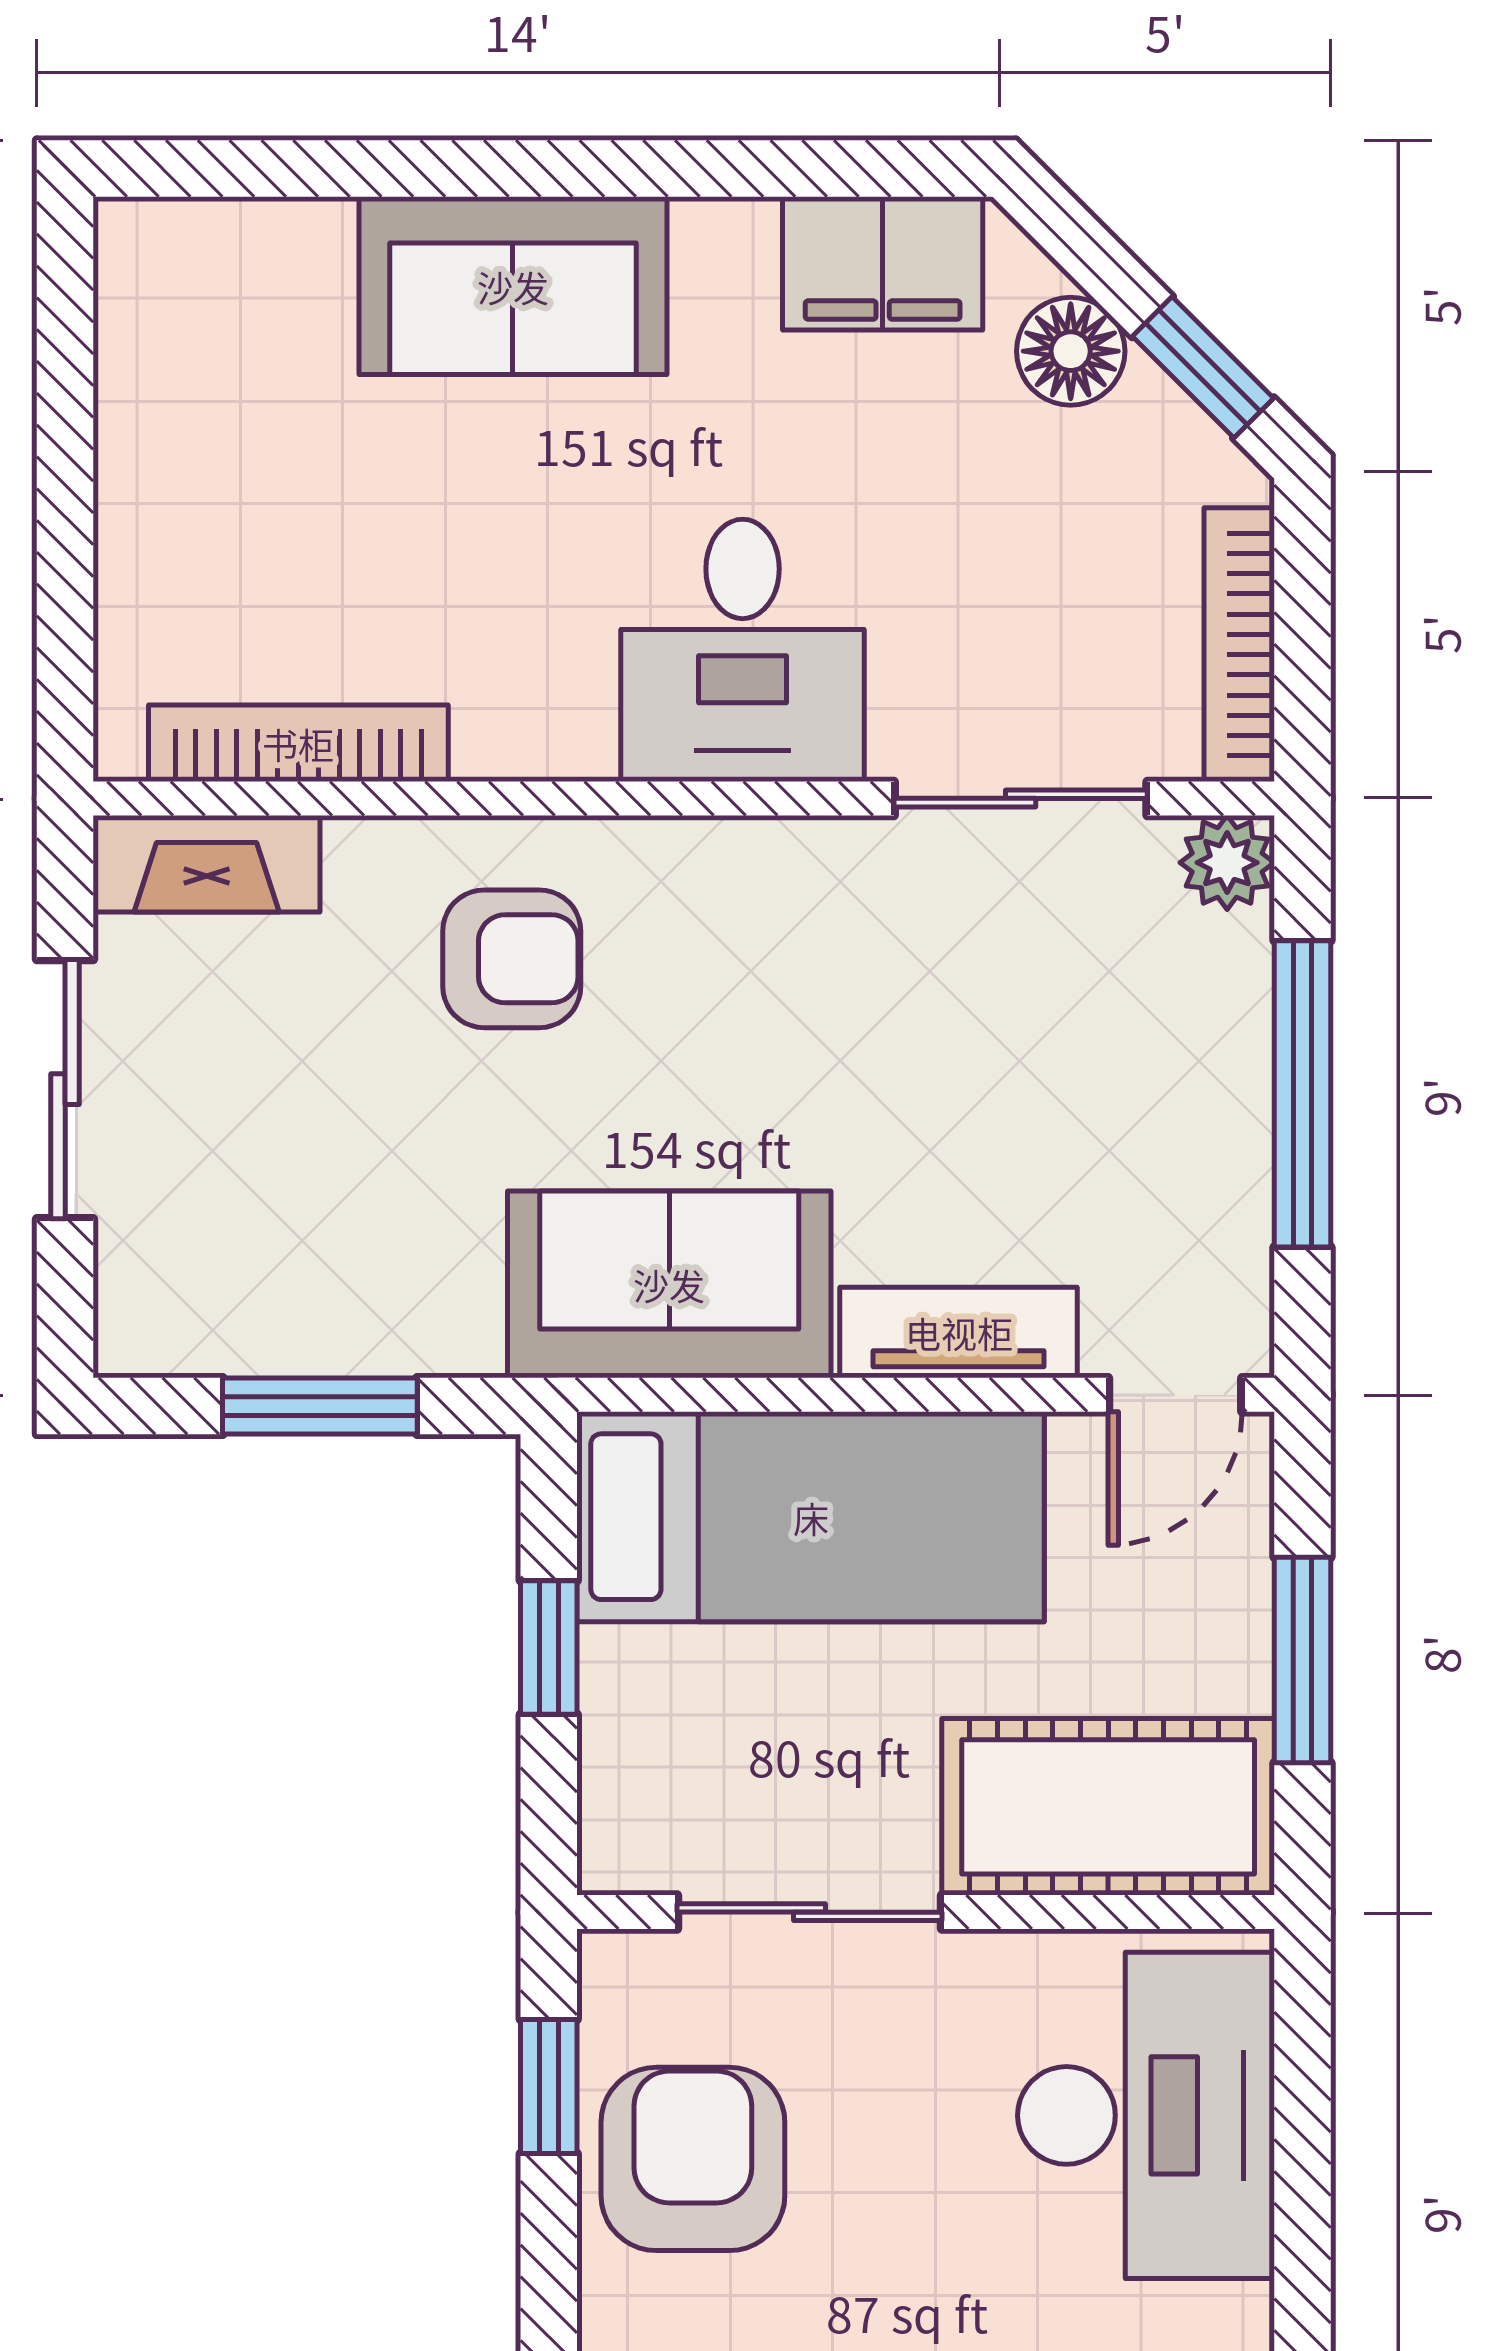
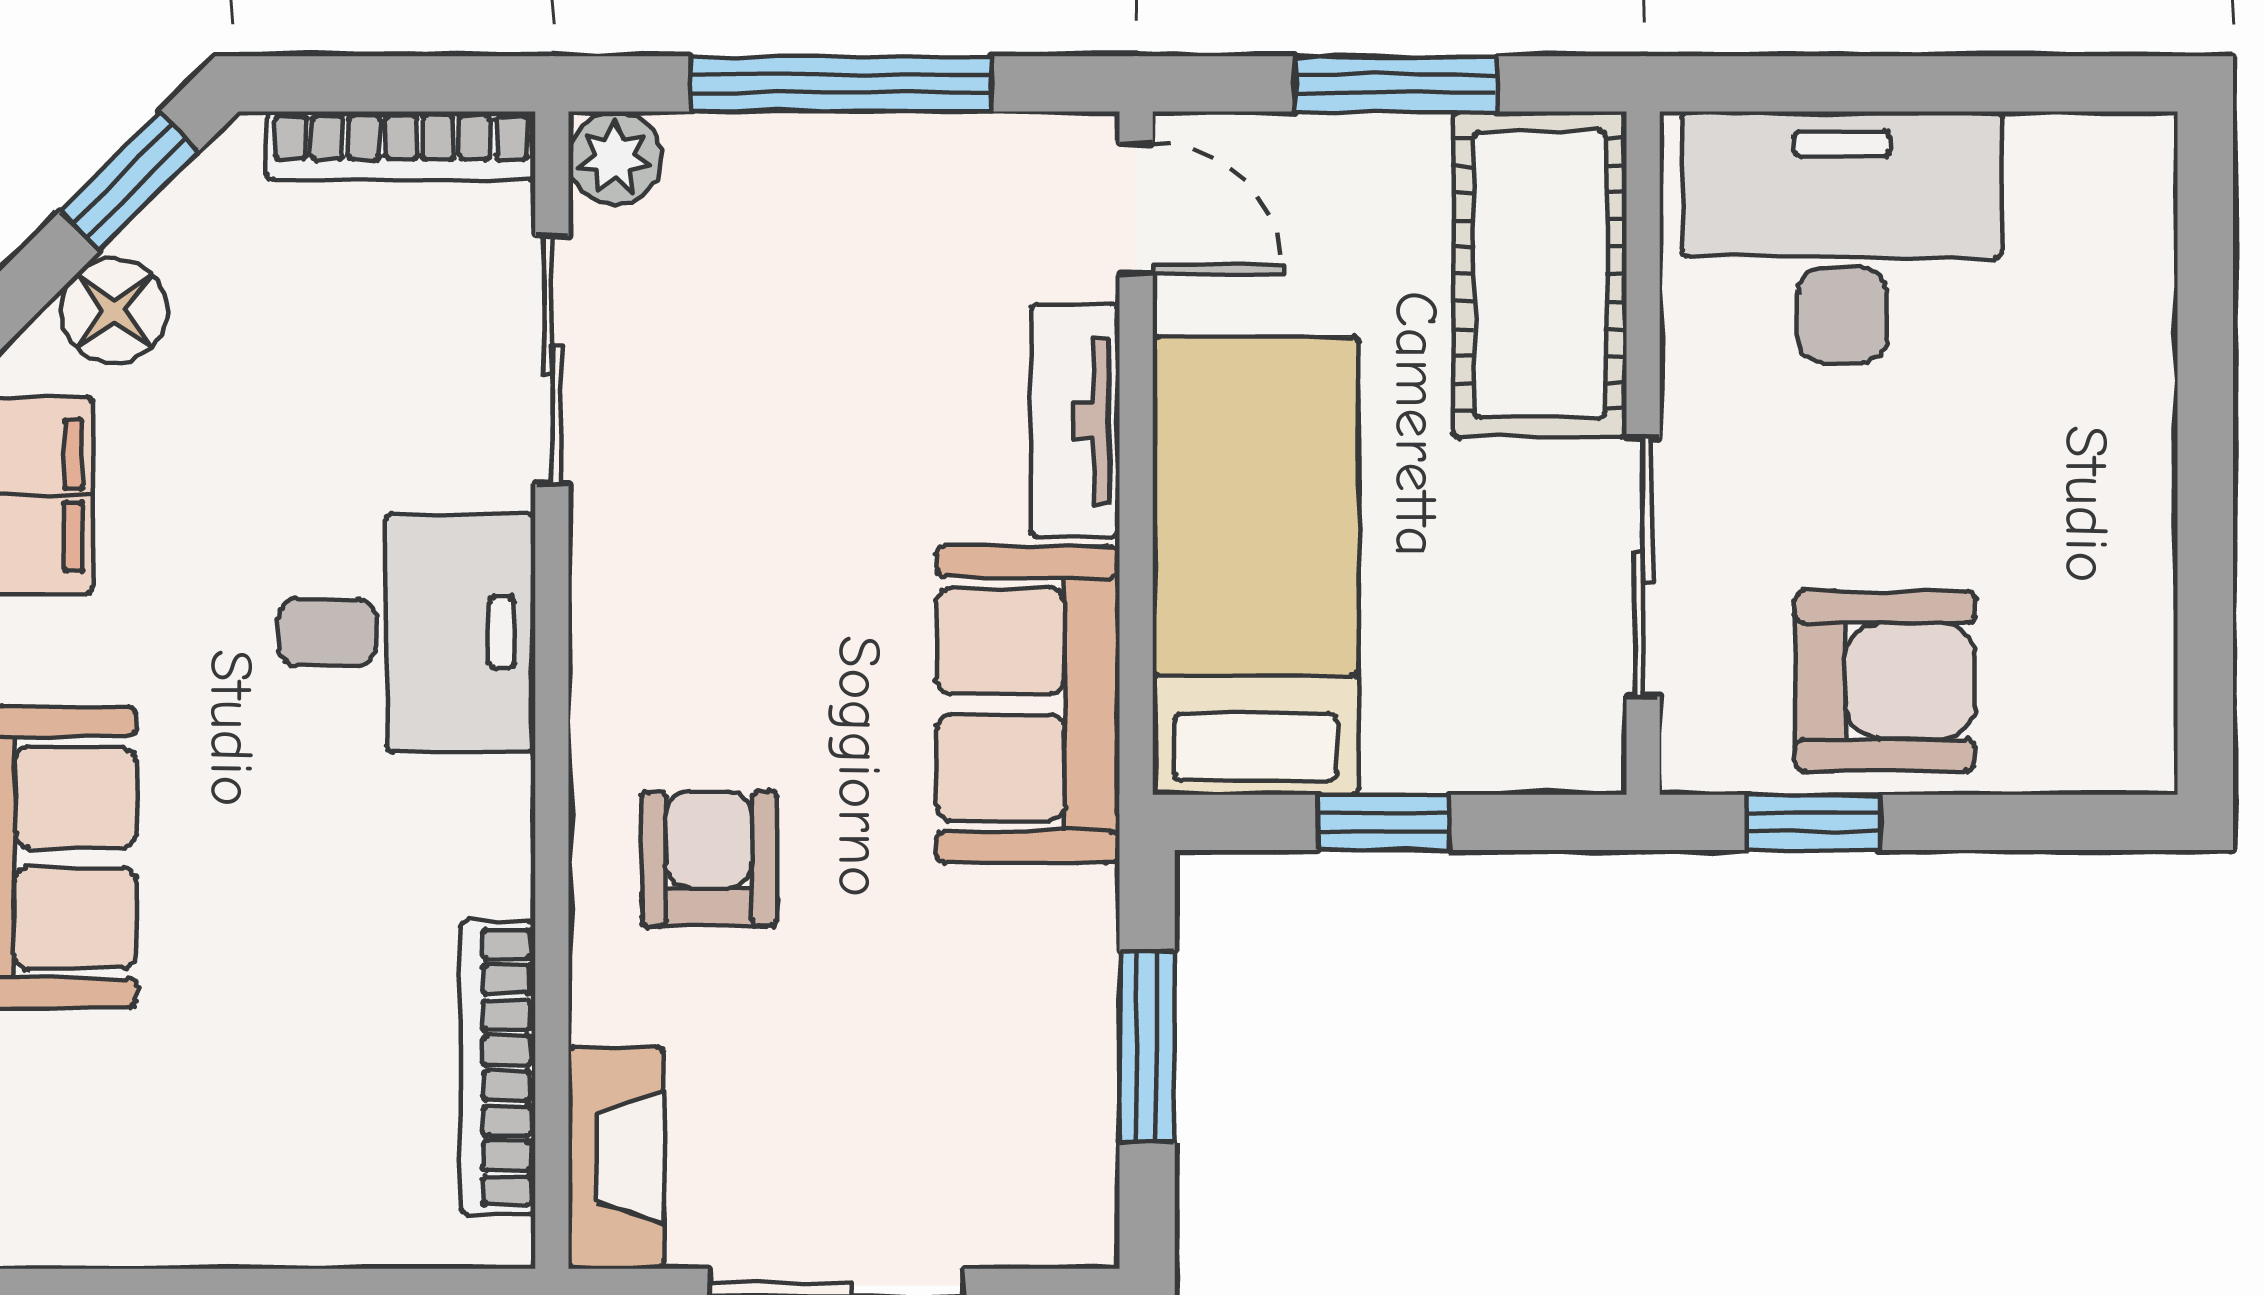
armchair: (693, 2159) -> (1885, 681), turned 180

